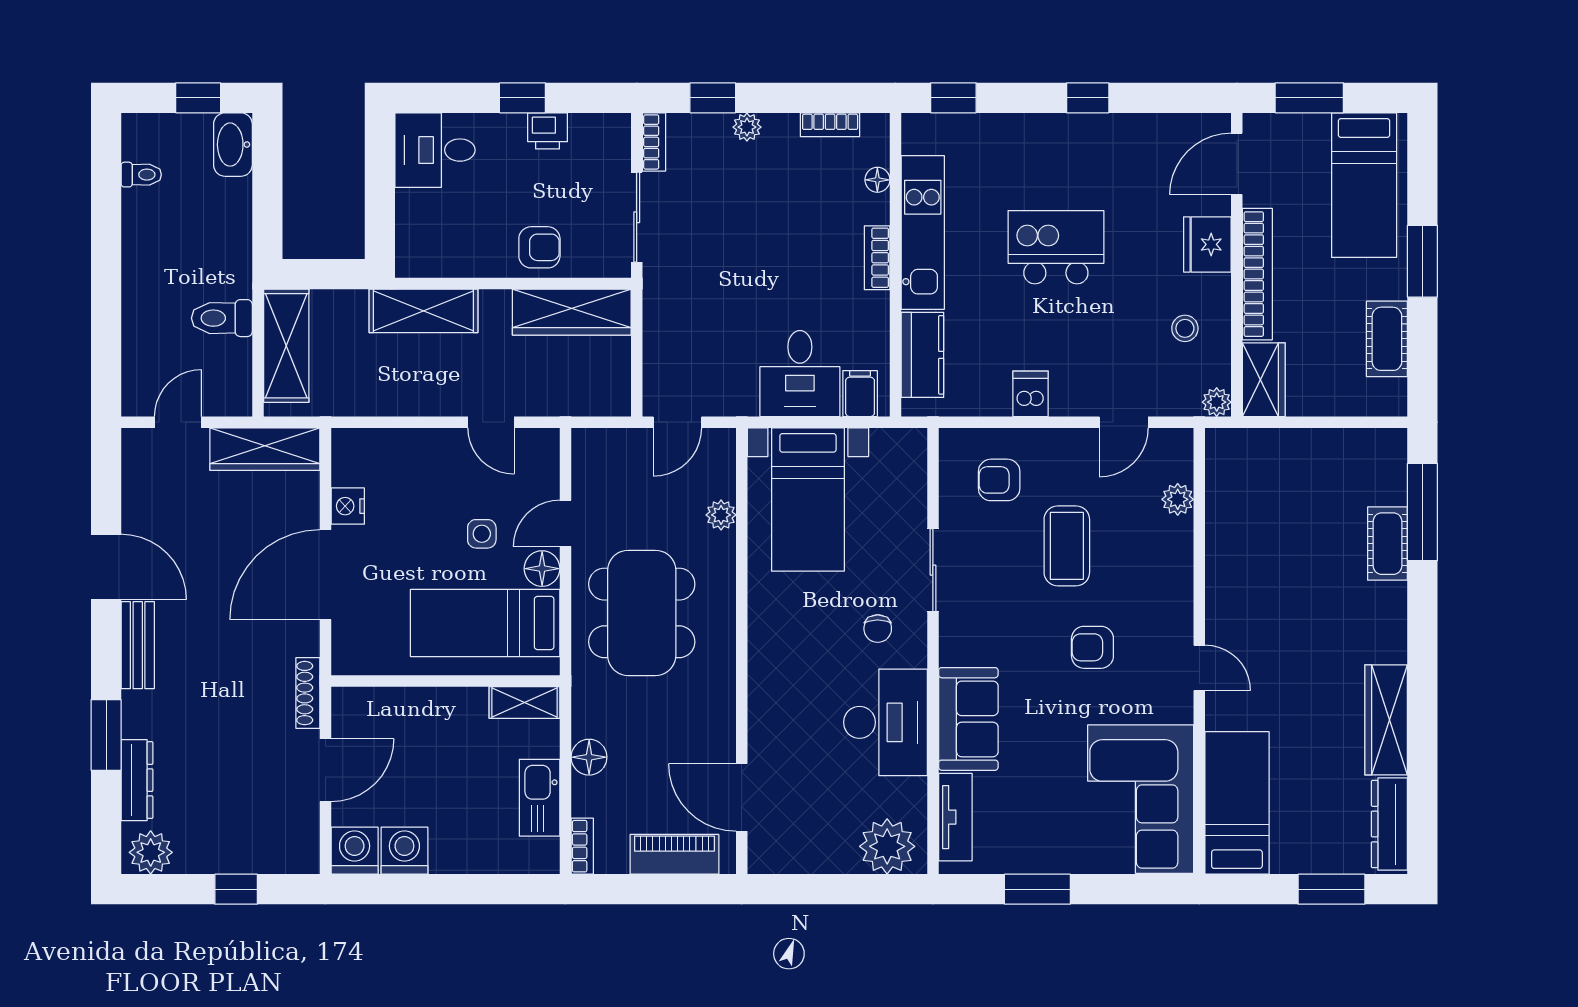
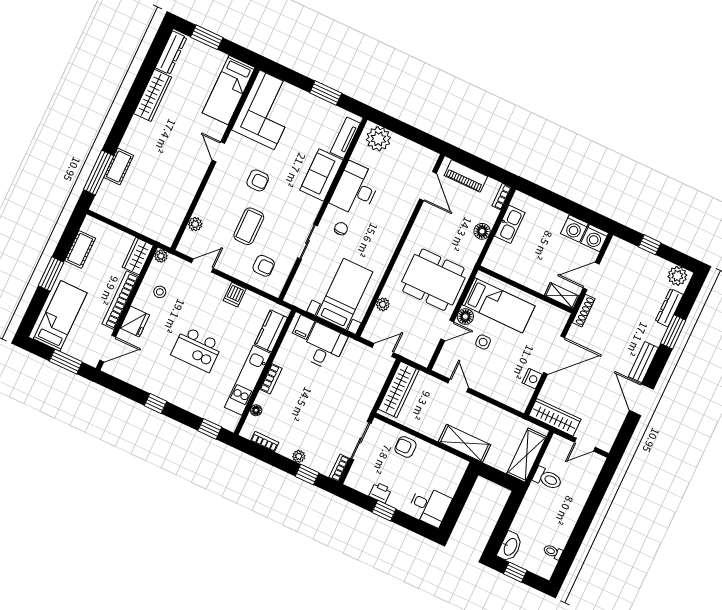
wardrobe: (572, 312) -> (399, 389), moved, turned 90
dining table: (642, 613) -> (433, 280), turned 90
shelving: (524, 703) -> (562, 296), moved

